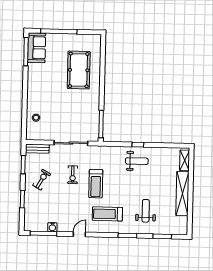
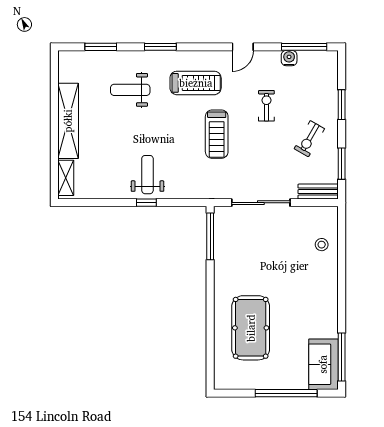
weight bench: (137, 161) -> (147, 175), turned 90
exercise bike: (73, 175) -> (266, 106), moved
treadmill: (96, 184) -> (217, 134), turned 180
weight bench: (146, 211) -> (130, 90), turned 90

